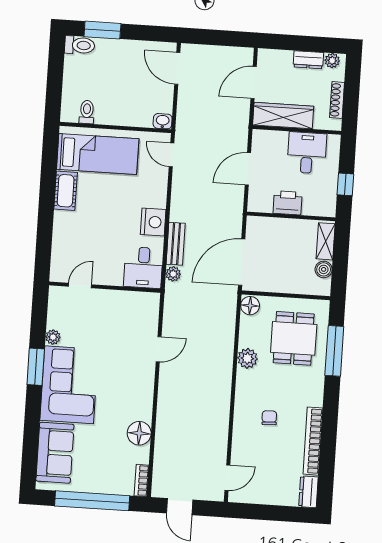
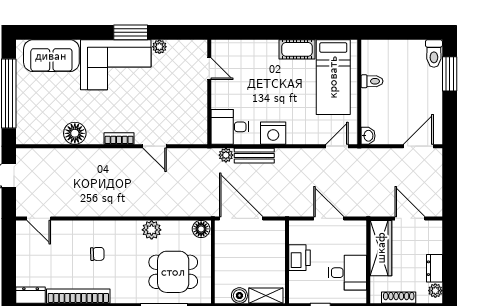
toilet: (87, 112) -> (372, 81), moved
bookcase: (142, 480) -> (119, 138), moved

